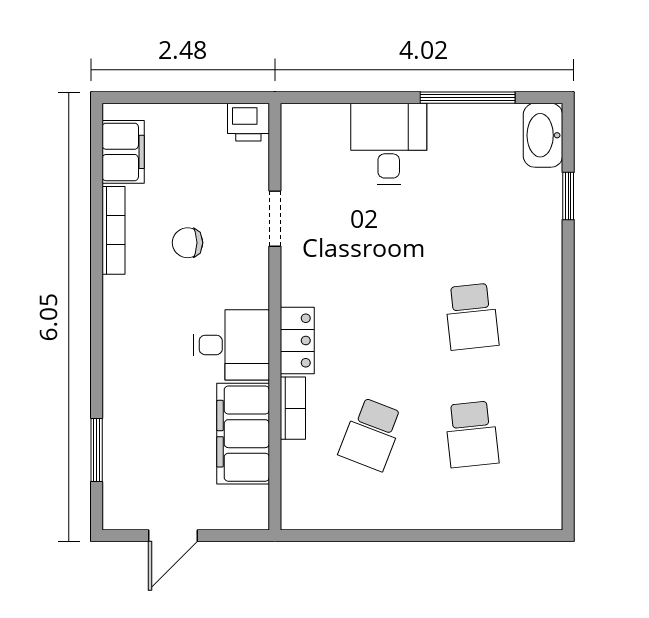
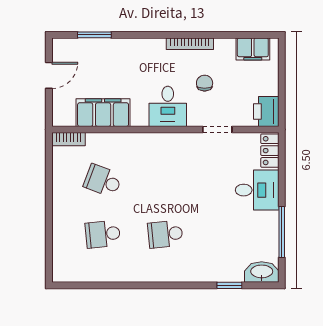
printer: (248, 122) -> (266, 111), width x1.36, depth x1.24
bookcase: (113, 230) -> (190, 44), moved
locker: (297, 341) -> (270, 151), moved, turned 90
desk: (231, 345) -> (168, 106), moved
bookcase: (293, 408) -> (68, 139), moved
door: (173, 536) -> (49, 75), swing flipped

